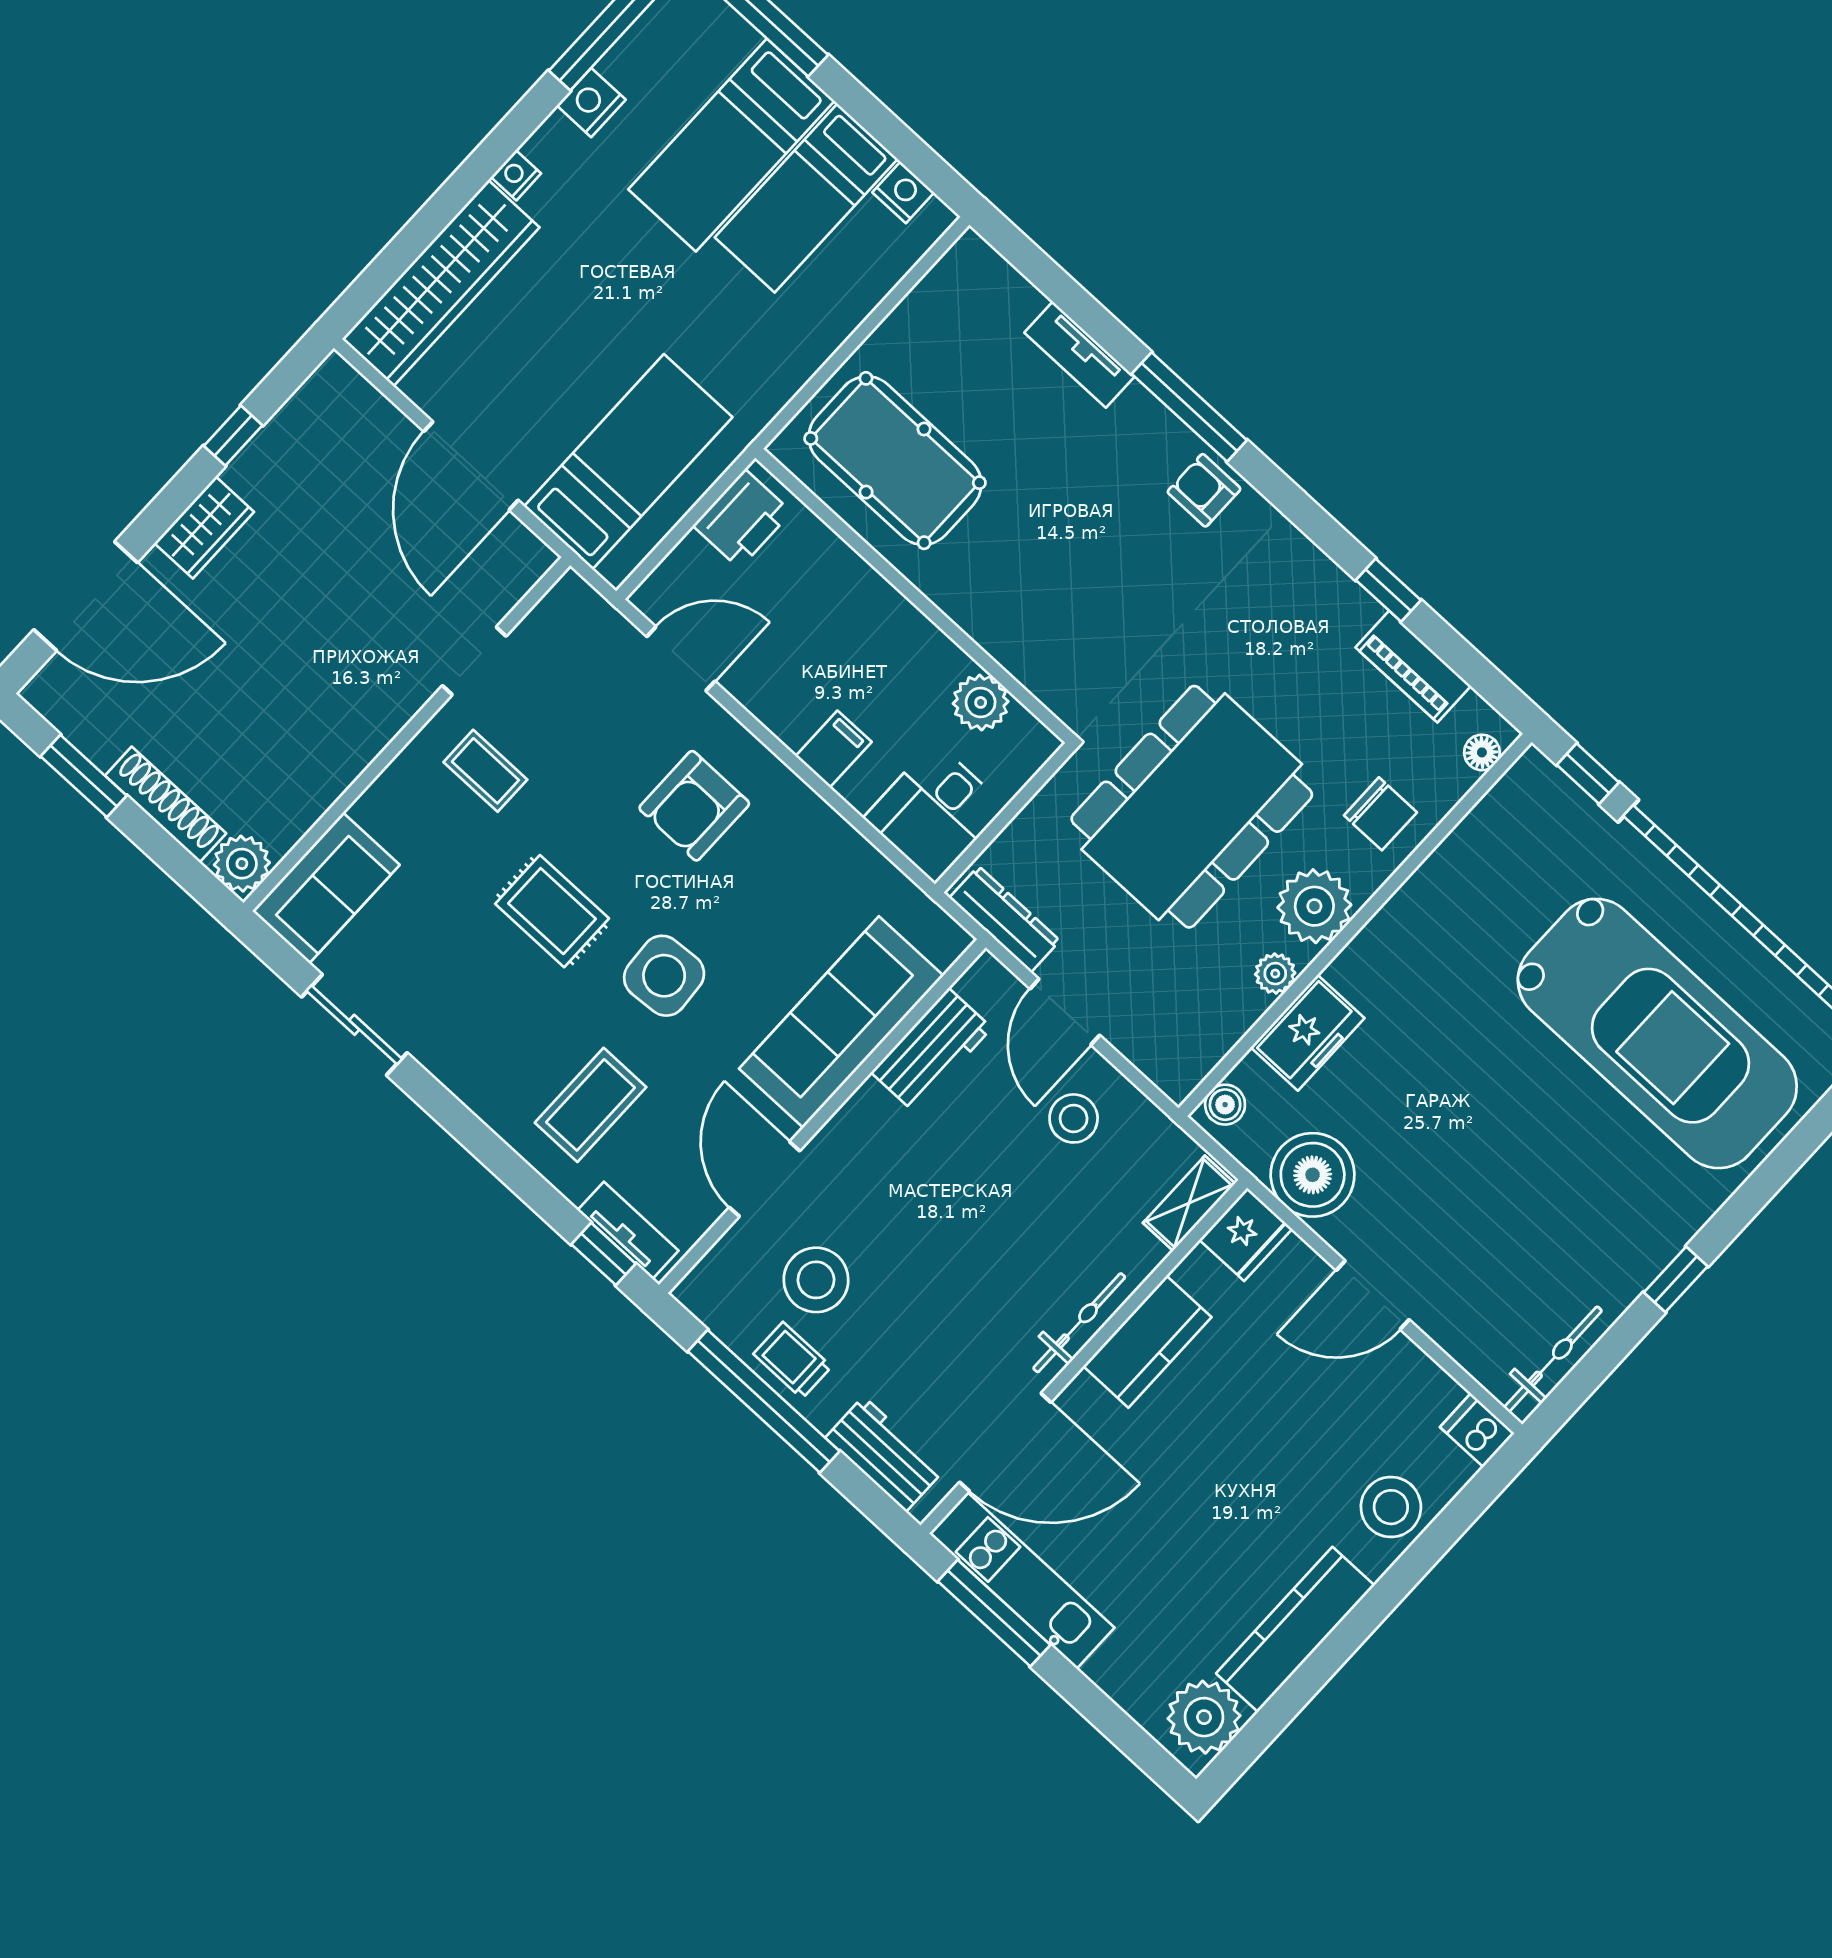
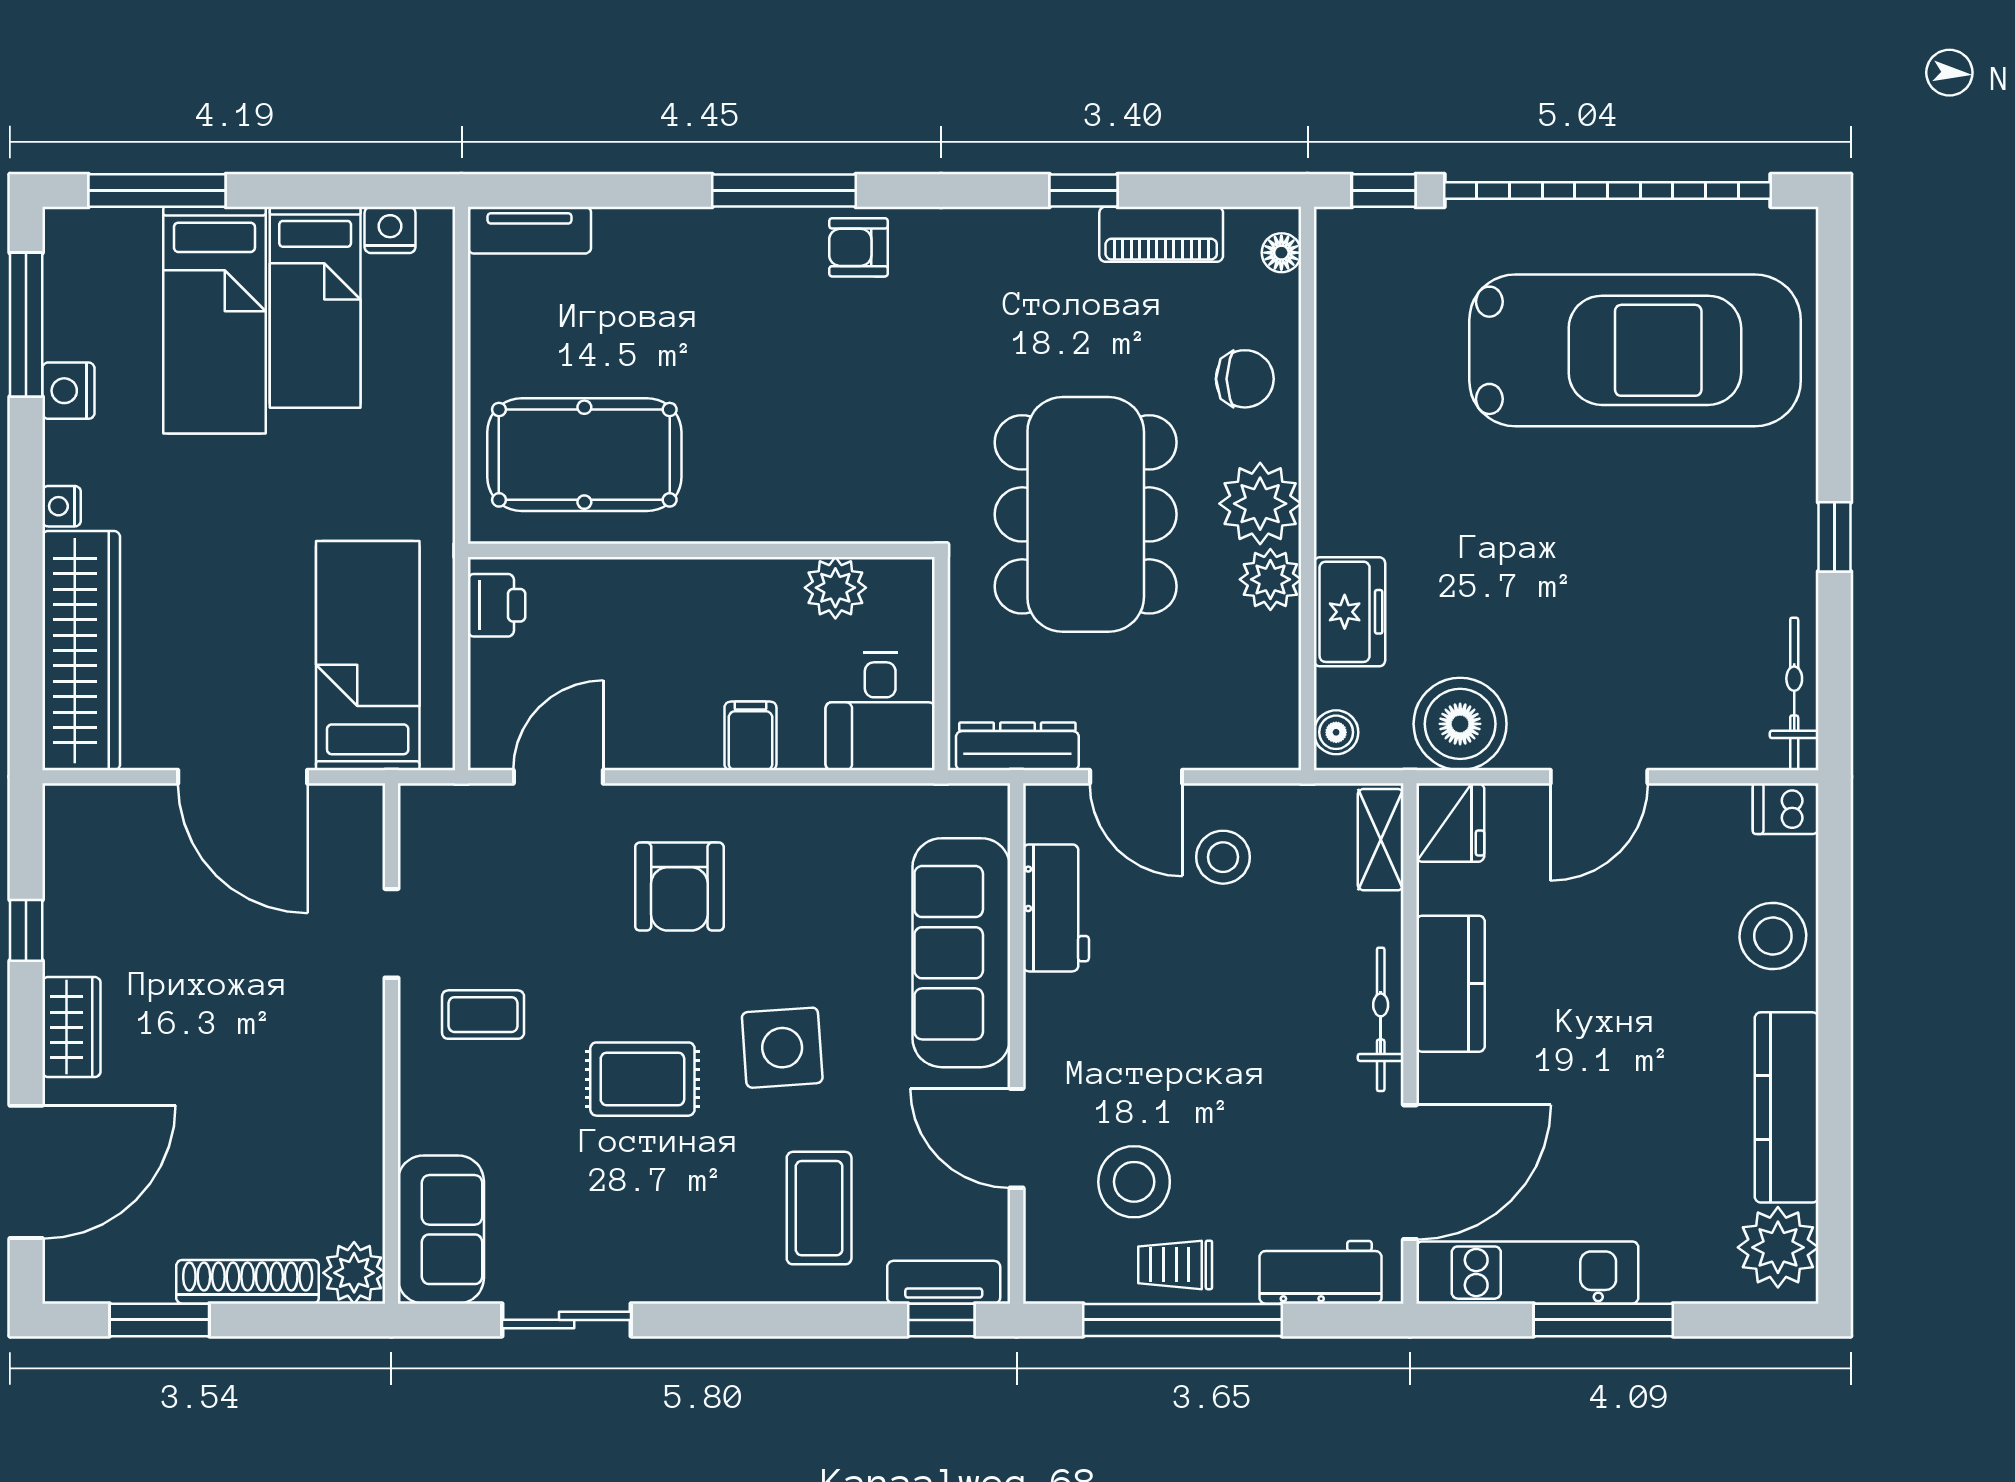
tv unit: (1079, 355) -> (529, 230), moved
printer: (742, 519) -> (497, 605), width x0.73, depth x0.81
plant: (1275, 974) -> (1270, 579), width x1.38, depth x1.38
window: (994, 1613) -> (1603, 1320), moved

